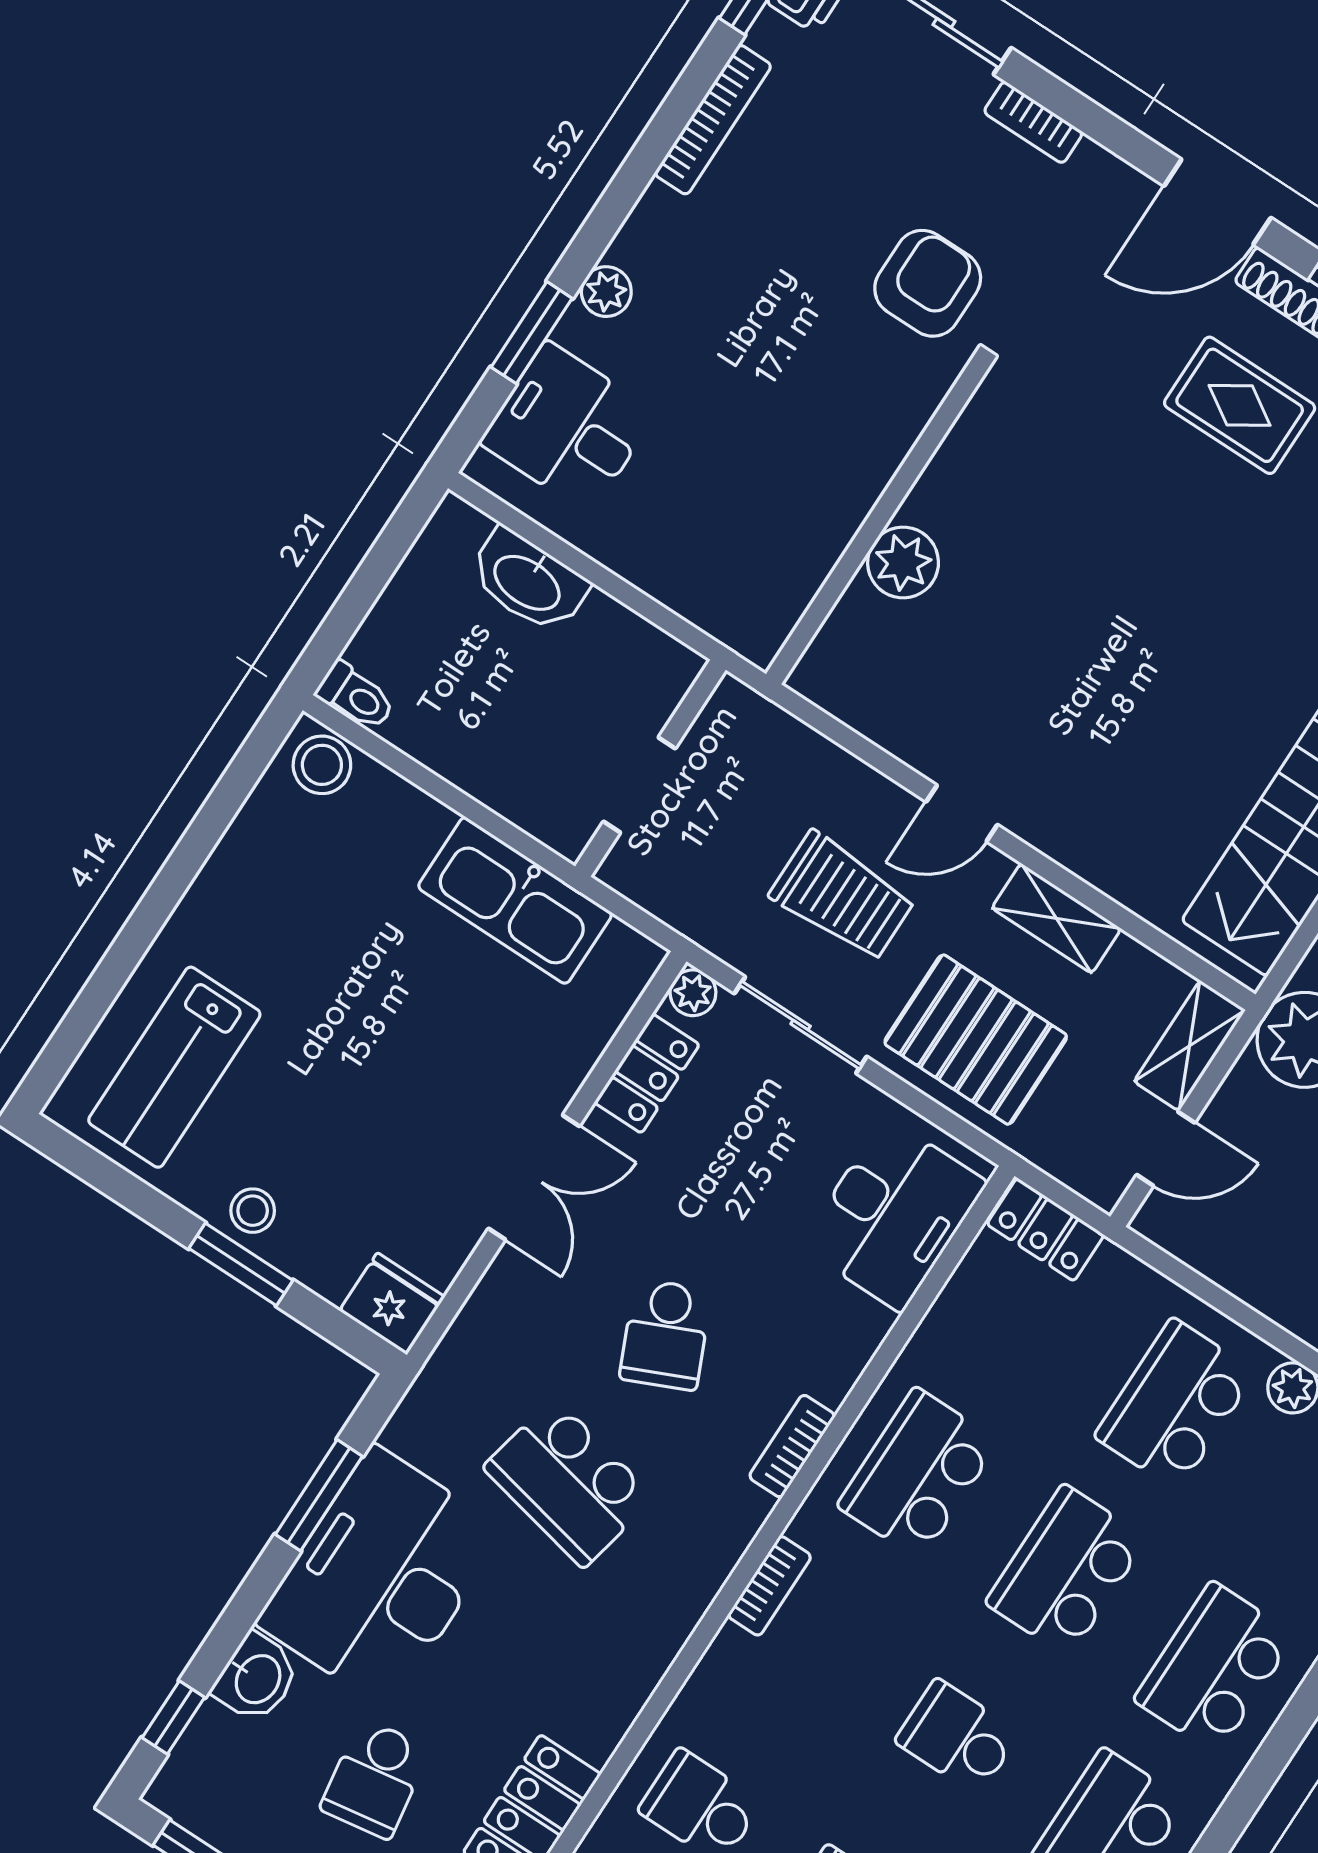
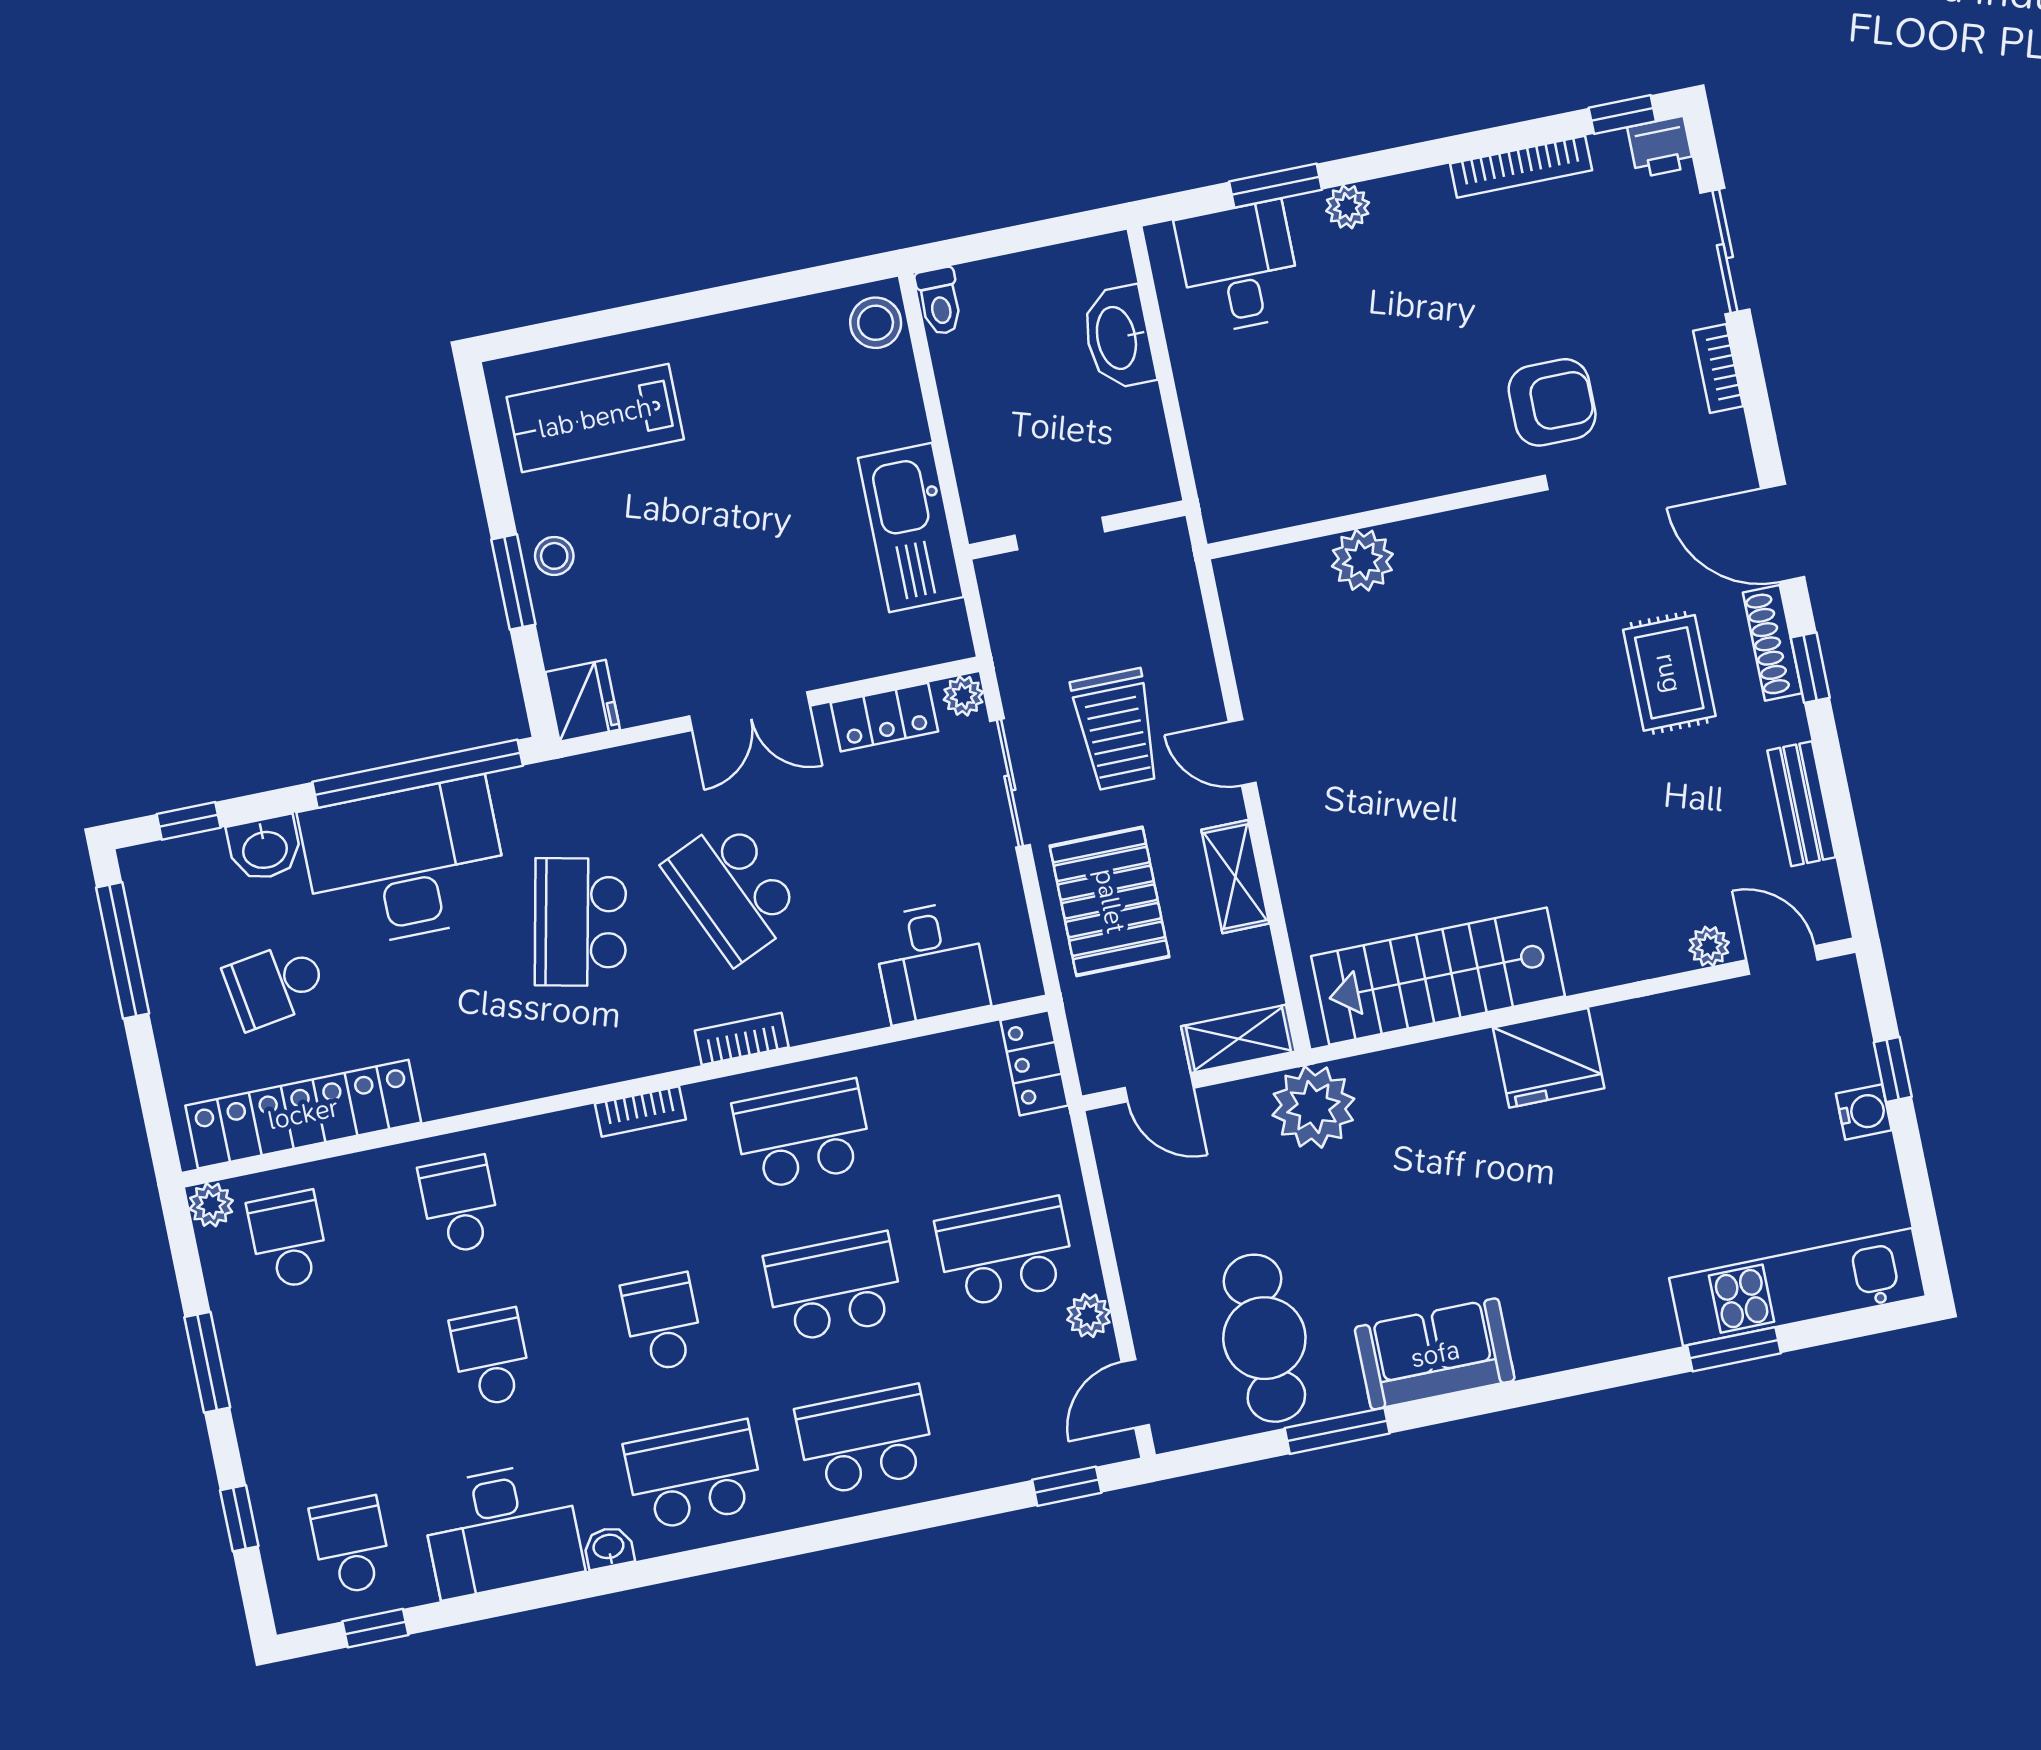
desk: (893, 1214) -> (931, 962), width x0.73
school desk: (666, 1335) -> (733, 891), width x1.85
window: (319, 1495) -> (418, 774), width x2.11

